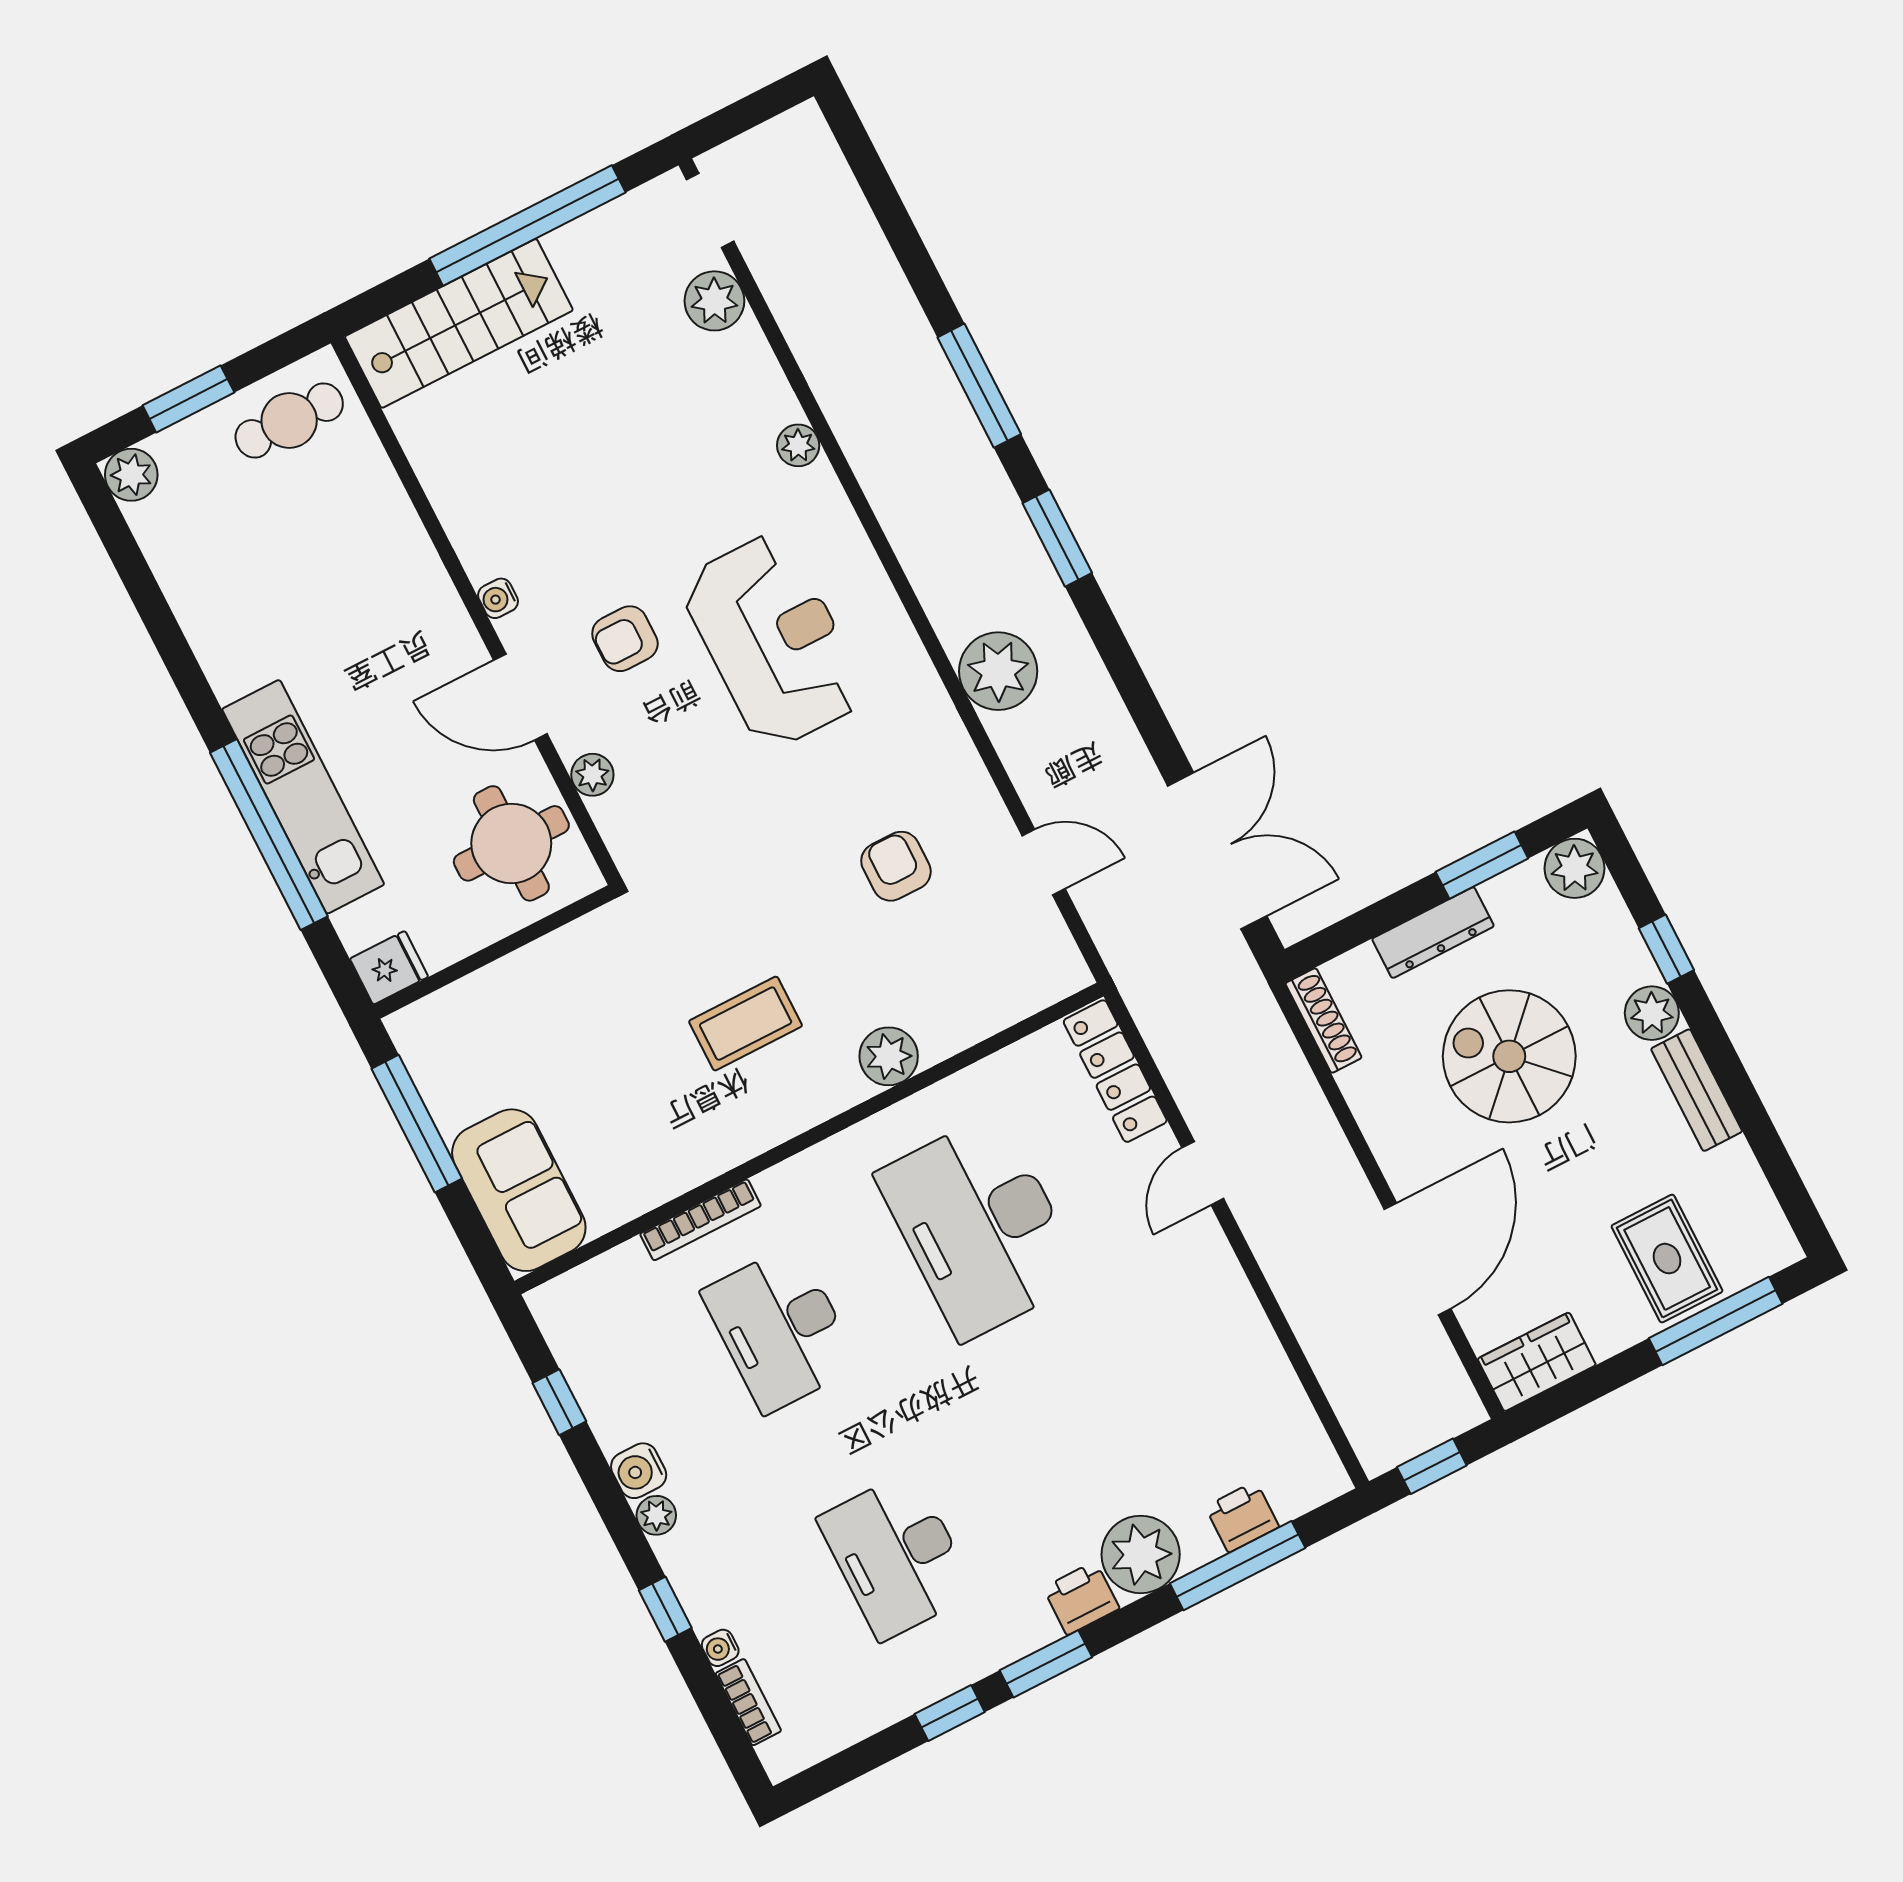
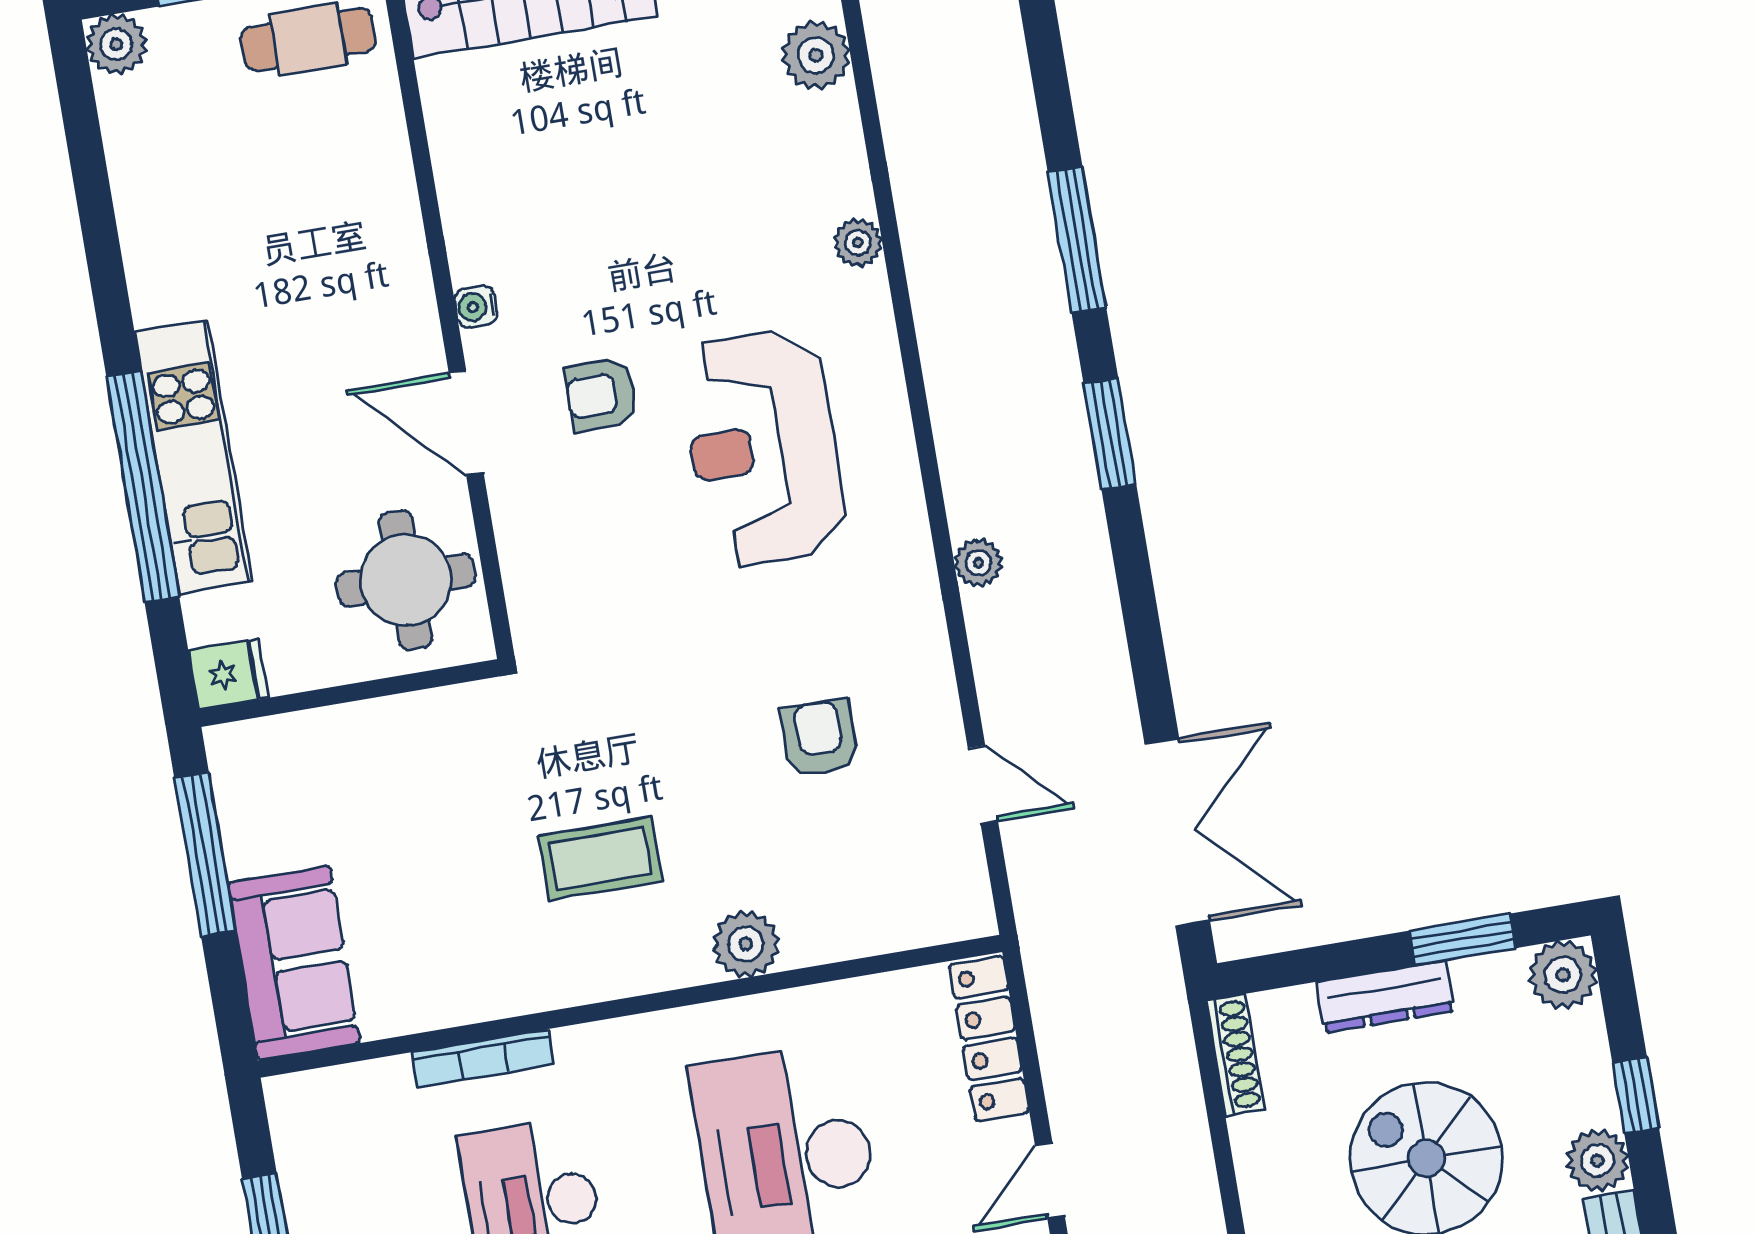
reception desk: (773, 640) -> (763, 448), turned 180
plant: (998, 671) -> (978, 563), width x0.53, depth x0.53
plant: (592, 775) -> (518, 533), removed

